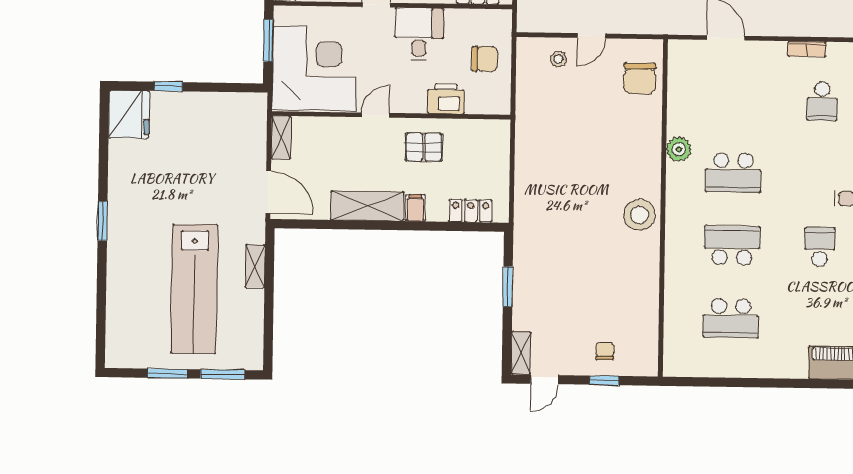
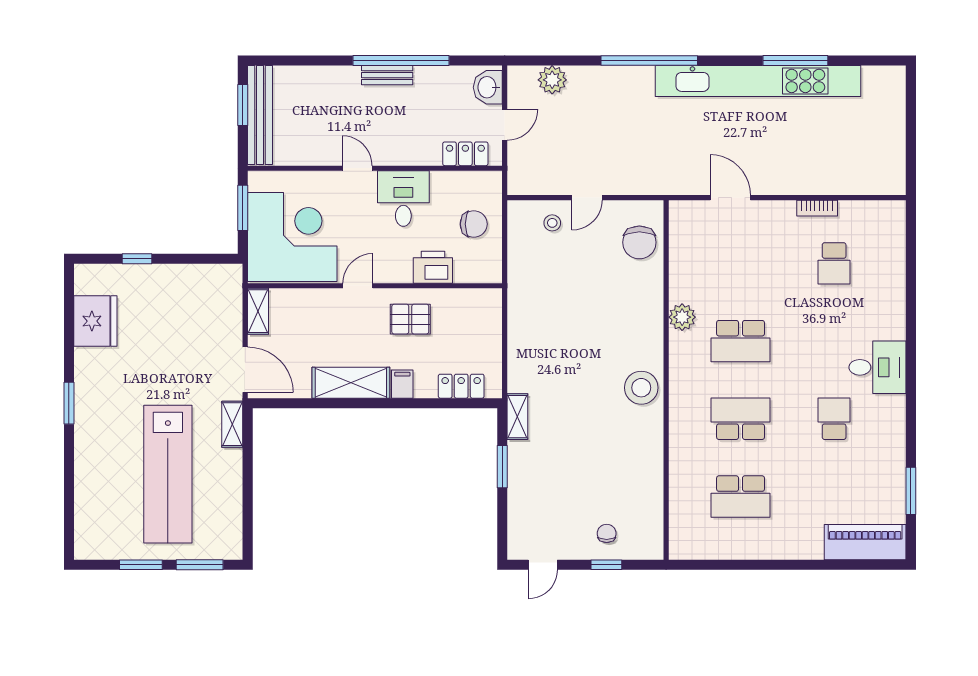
fridge: (129, 114) -> (95, 321), moved
shelving: (255, 266) -> (232, 424), moved
shelving: (521, 353) -> (517, 417), moved

